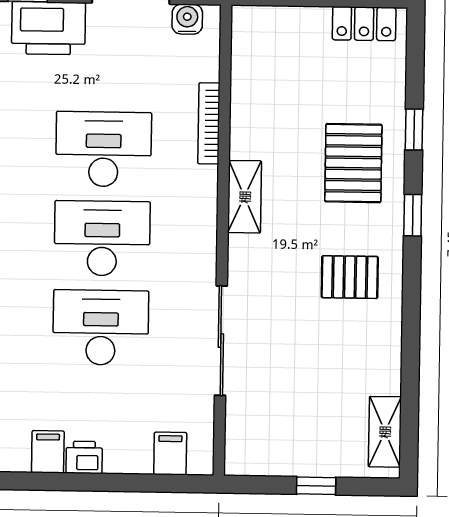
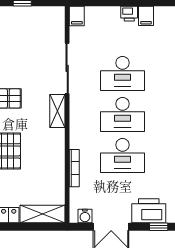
shelving: (279, 25) -> (42, 214), added
shelving: (245, 197) -> (57, 111), moved
filing cabinet: (170, 454) -> (77, 16), moved

